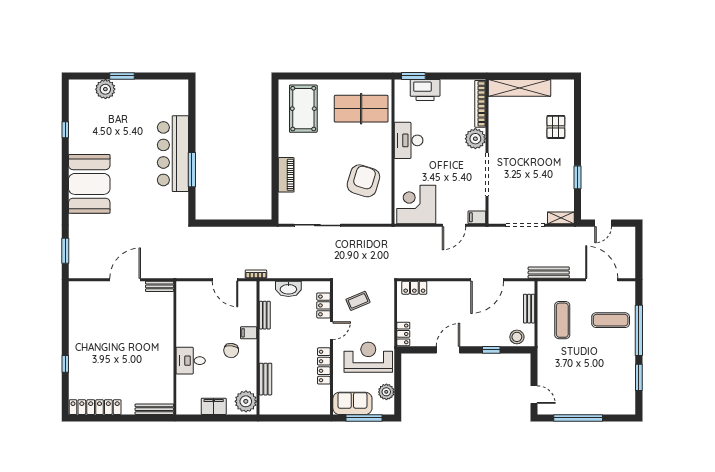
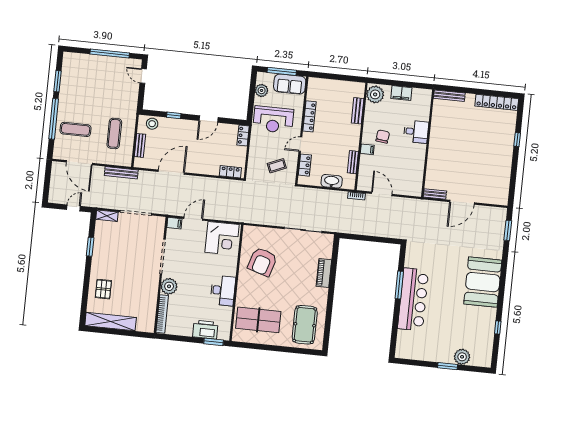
shelving: (519, 88) -> (111, 322), moved

